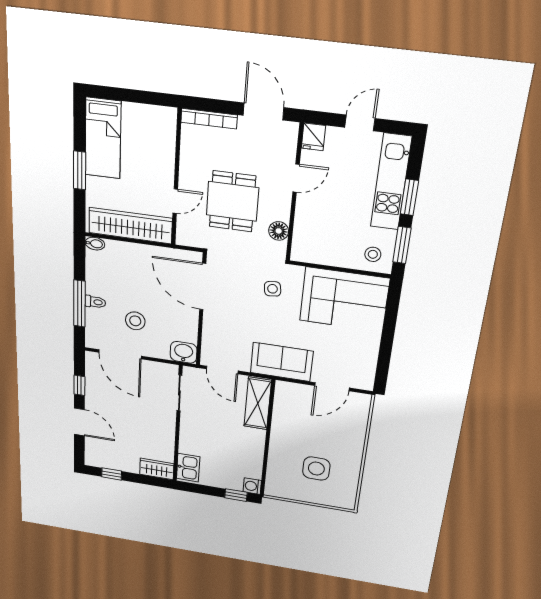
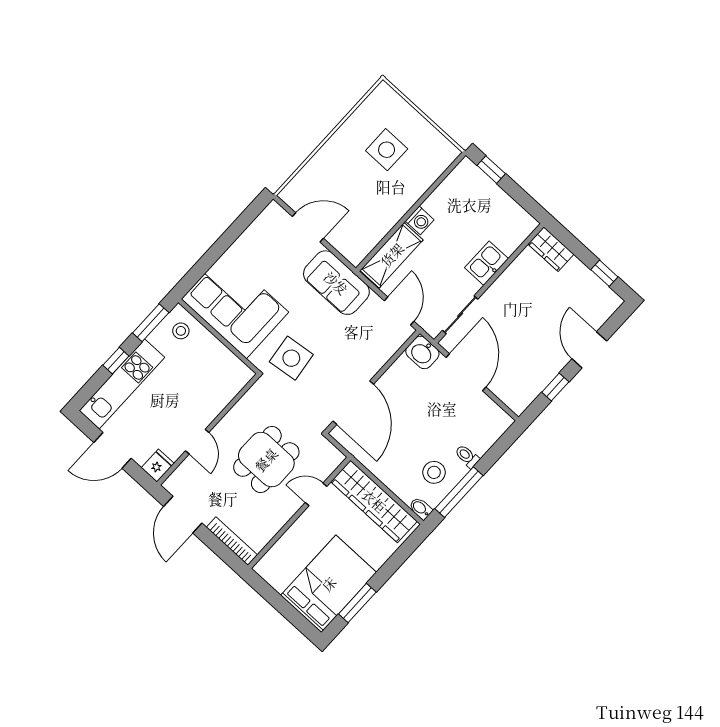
door: (360, 123) -> (113, 450), width x1.38
bed: (103, 138) -> (329, 584), width x1.50
window: (80, 170) -> (357, 603), moved
door: (296, 178) -> (197, 442), swing flipped
window: (409, 197) -> (116, 361), width x0.67
floor lamp: (279, 231) -> (246, 407), removed
side table: (273, 289) -> (291, 358), width x1.87, depth x1.87
window: (79, 304) -> (459, 492), moved
stool: (135, 321) -> (434, 472), moved
door: (120, 354) -> (466, 372), moved
kitchen sink: (188, 468) -> (487, 263), moved
washing machine: (252, 486) -> (420, 220), moved

